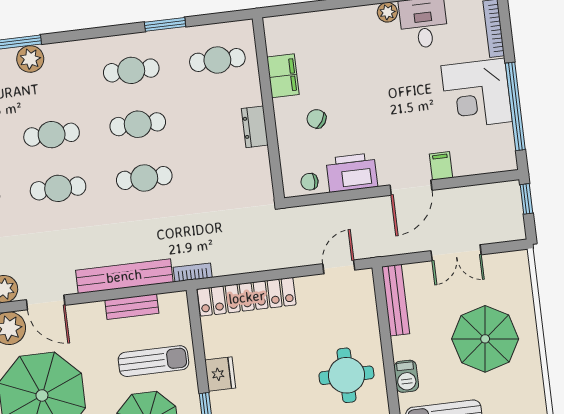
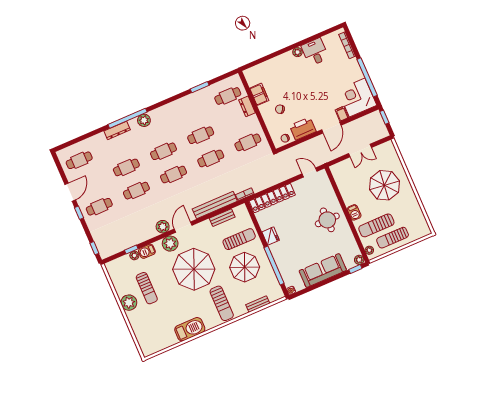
cafe table: (131, 70) -> (248, 142), moved
corner desk: (477, 94) -> (357, 97), moved, turned 90
dresser: (255, 127) -> (247, 106), moved
door: (339, 267) -> (310, 172), hinge flipped
bench: (396, 300) -> (339, 180), removed
door: (46, 302) -> (183, 227), swing flipped

